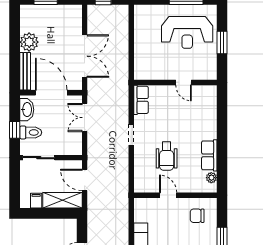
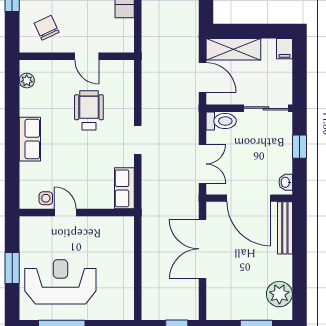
plant: (29, 42) -> (279, 294), moved
side table: (198, 93) -> (46, 198), added
washbasin: (27, 110) -> (286, 182), width x0.52, depth x0.69
toilet: (31, 132) -> (221, 121), moved, turned 180
row of seats: (209, 155) -> (30, 139), moved
filing cabinet: (36, 201) -> (285, 49), moved
chair: (197, 216) -> (47, 28), turned -115

